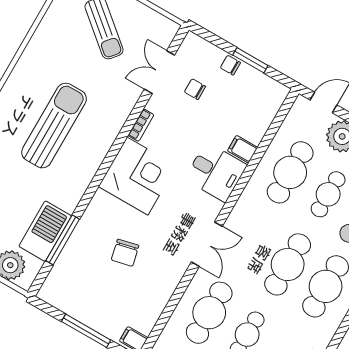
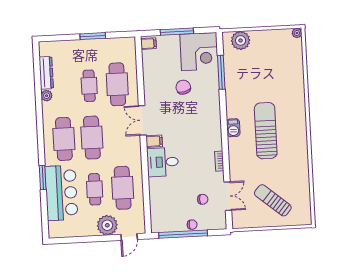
window: (250, 60) -> (183, 234), width x2.11
sun lounger: (54, 125) -> (266, 131), turned 180
filing cabinet: (243, 149) -> (154, 141), moved
corner desk: (137, 176) -> (199, 52), moved, turned -90
barbecue: (45, 231) -> (233, 128), moved, width x0.53, depth x0.65

